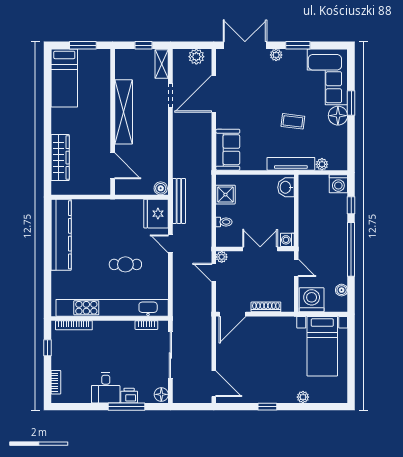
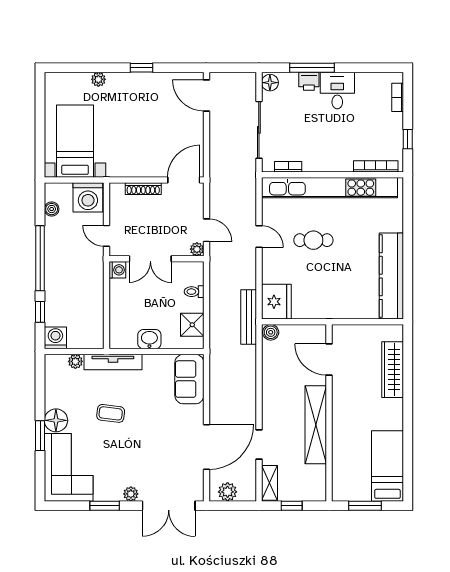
washbasin: (286, 187) -> (149, 339), moved, turned -90
door: (170, 244) -> (259, 237), moved

